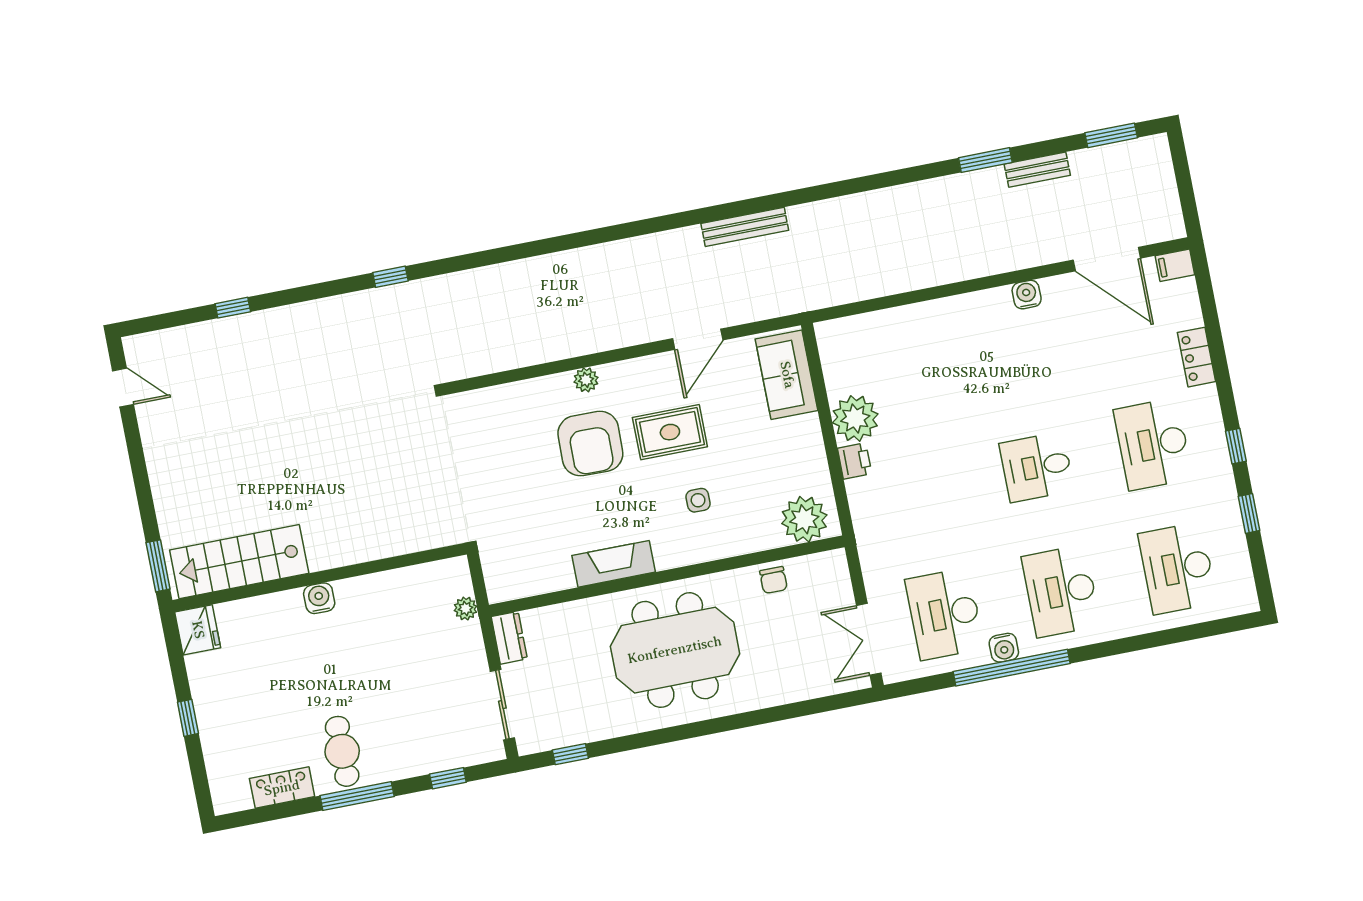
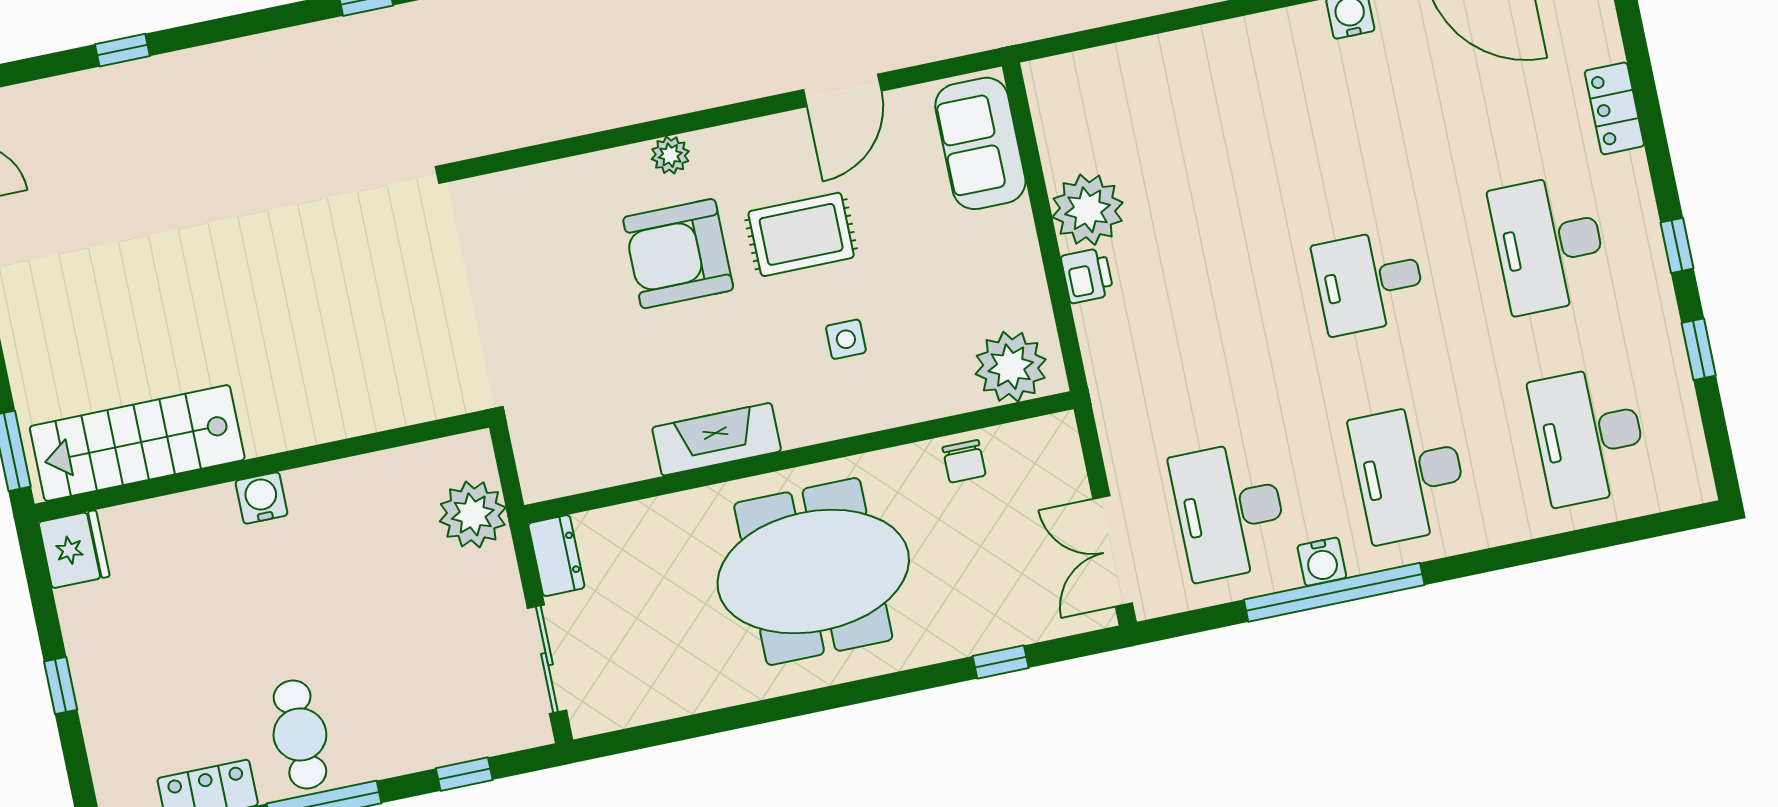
armchair: (590, 444) -> (678, 254), turned 89
plant: (466, 608) -> (473, 514), width x1.87, depth x1.87
window: (570, 754) -> (1001, 662), moved

